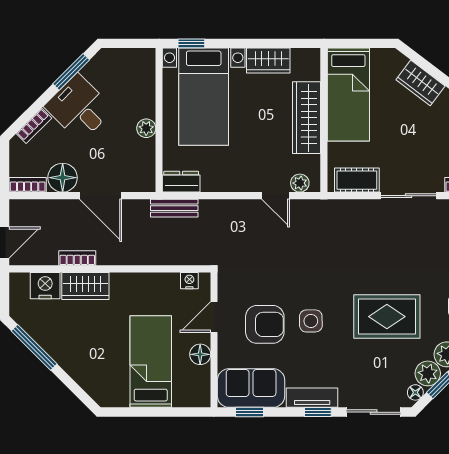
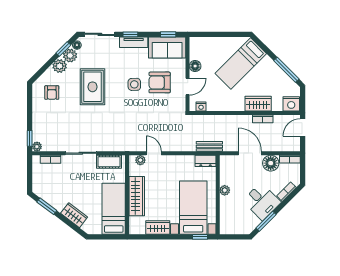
nightstand: (45, 286) -> (291, 104), moved
rug: (387, 317) -> (93, 87), turned 90
bed: (151, 361) -> (241, 64), moved, turned 45

